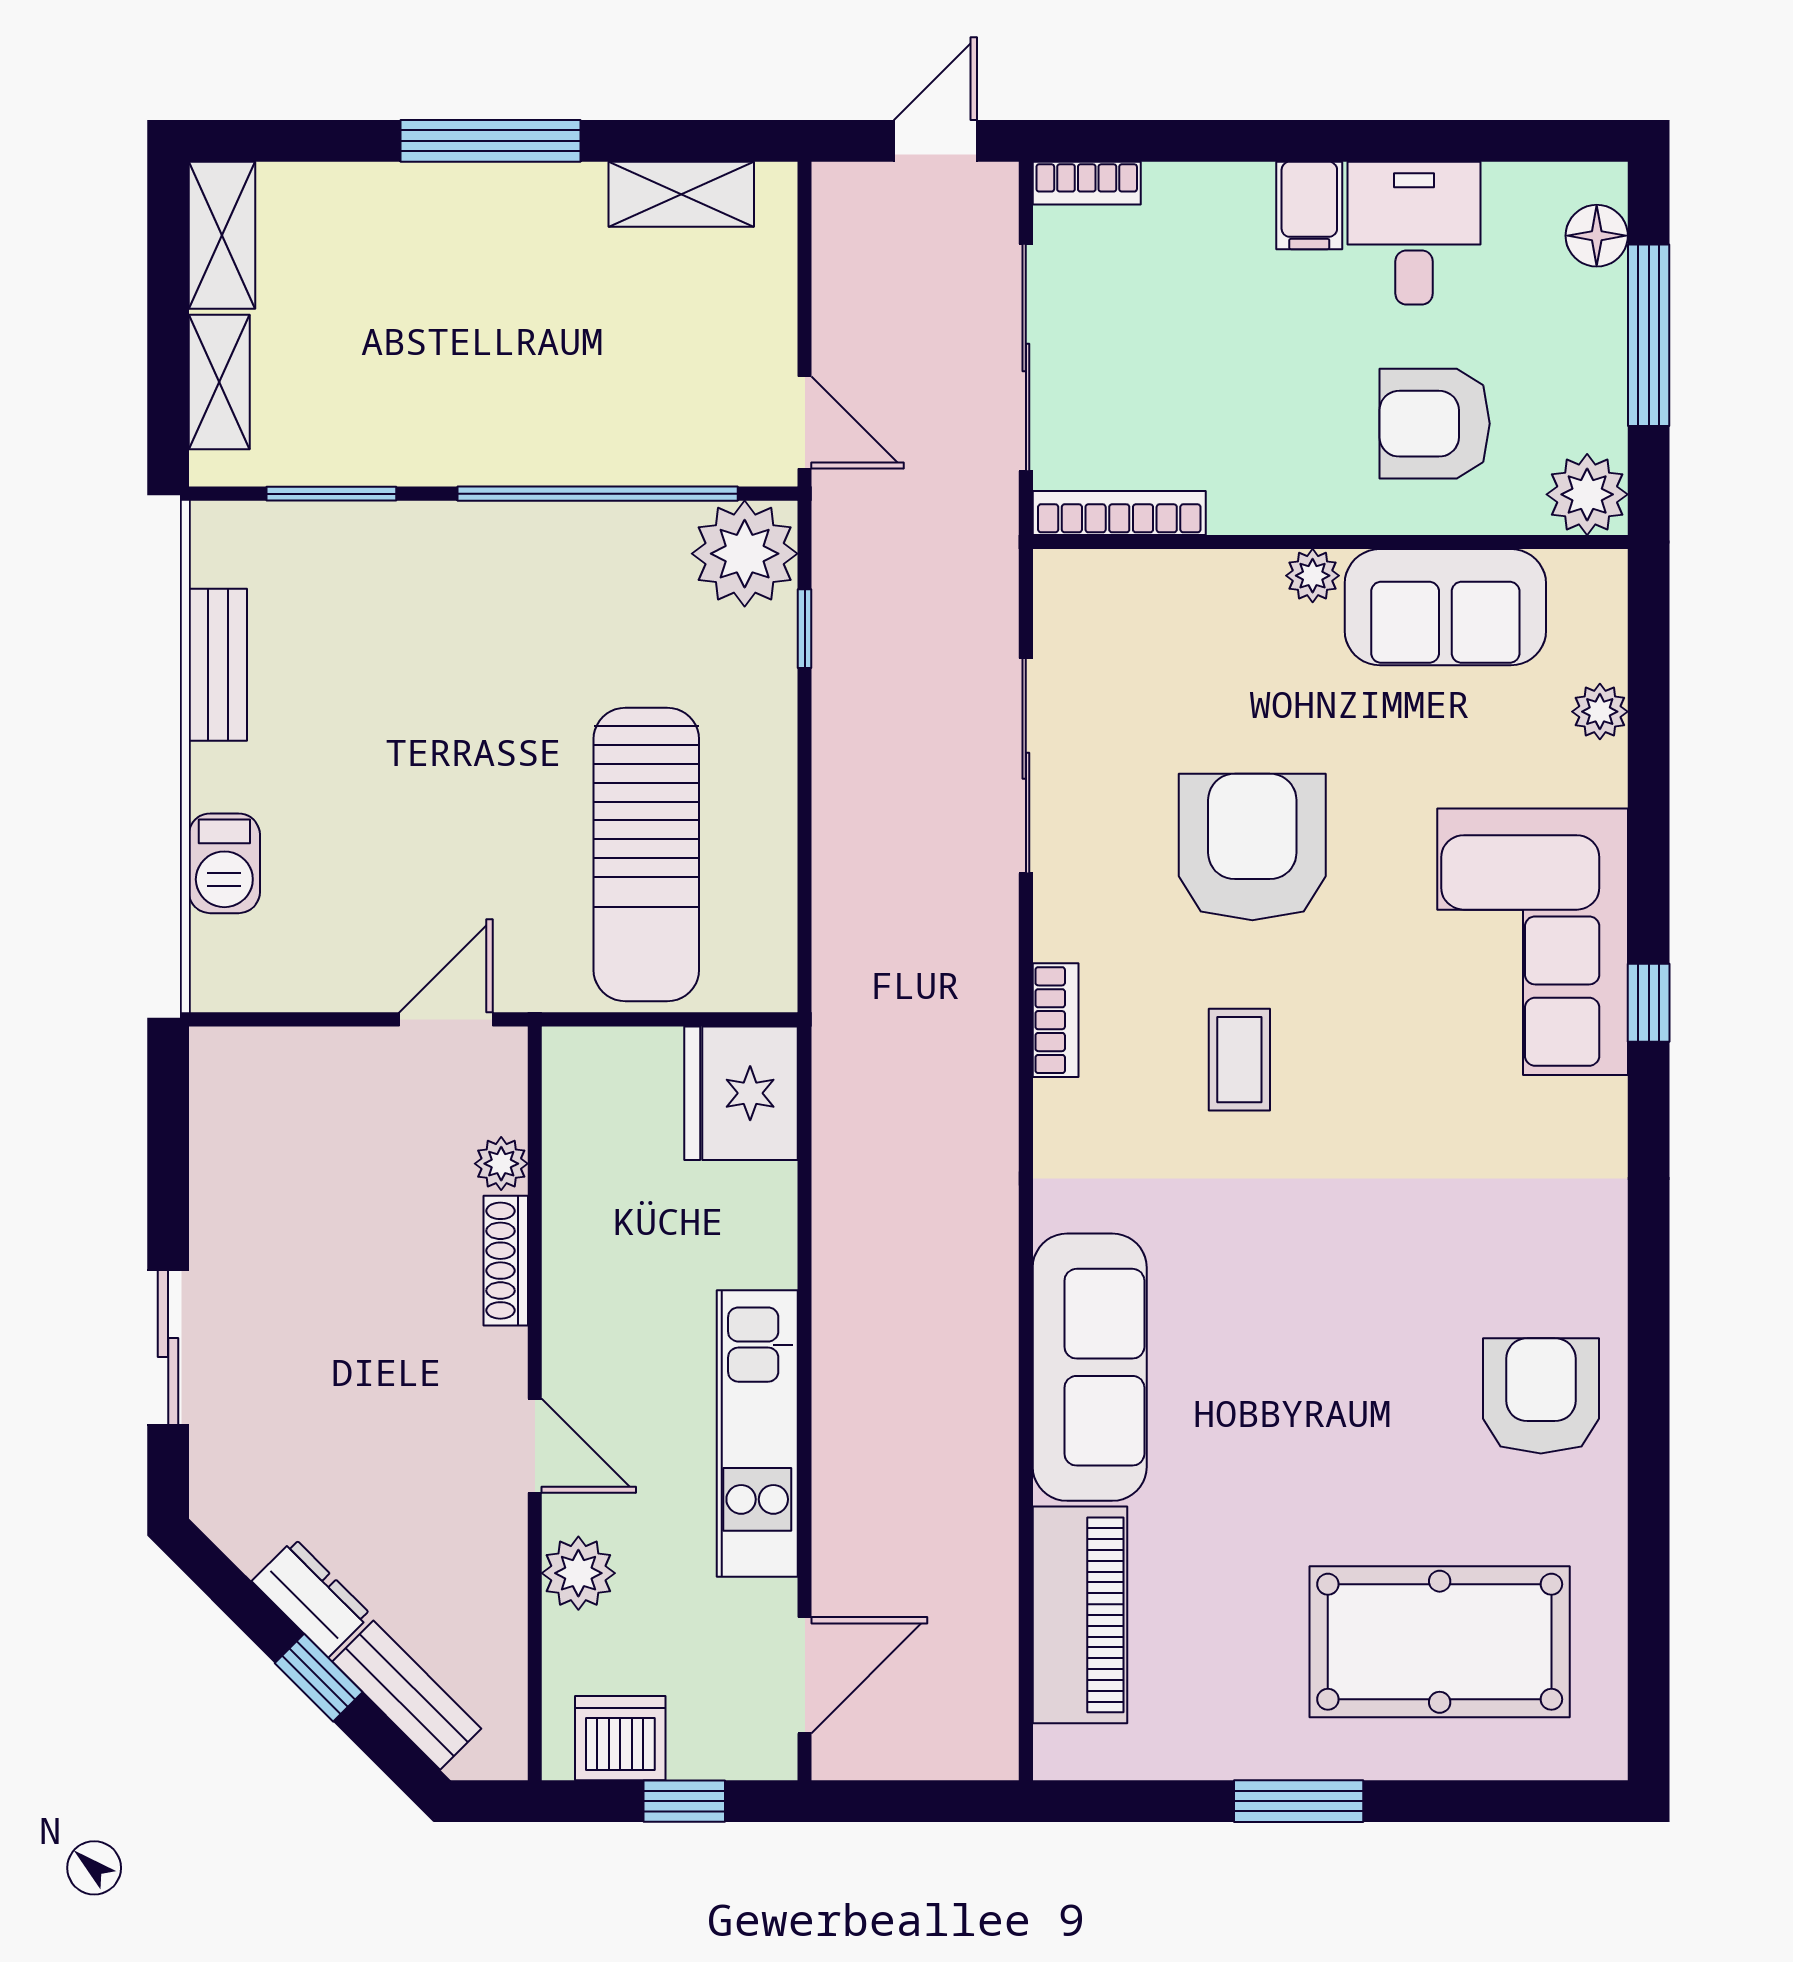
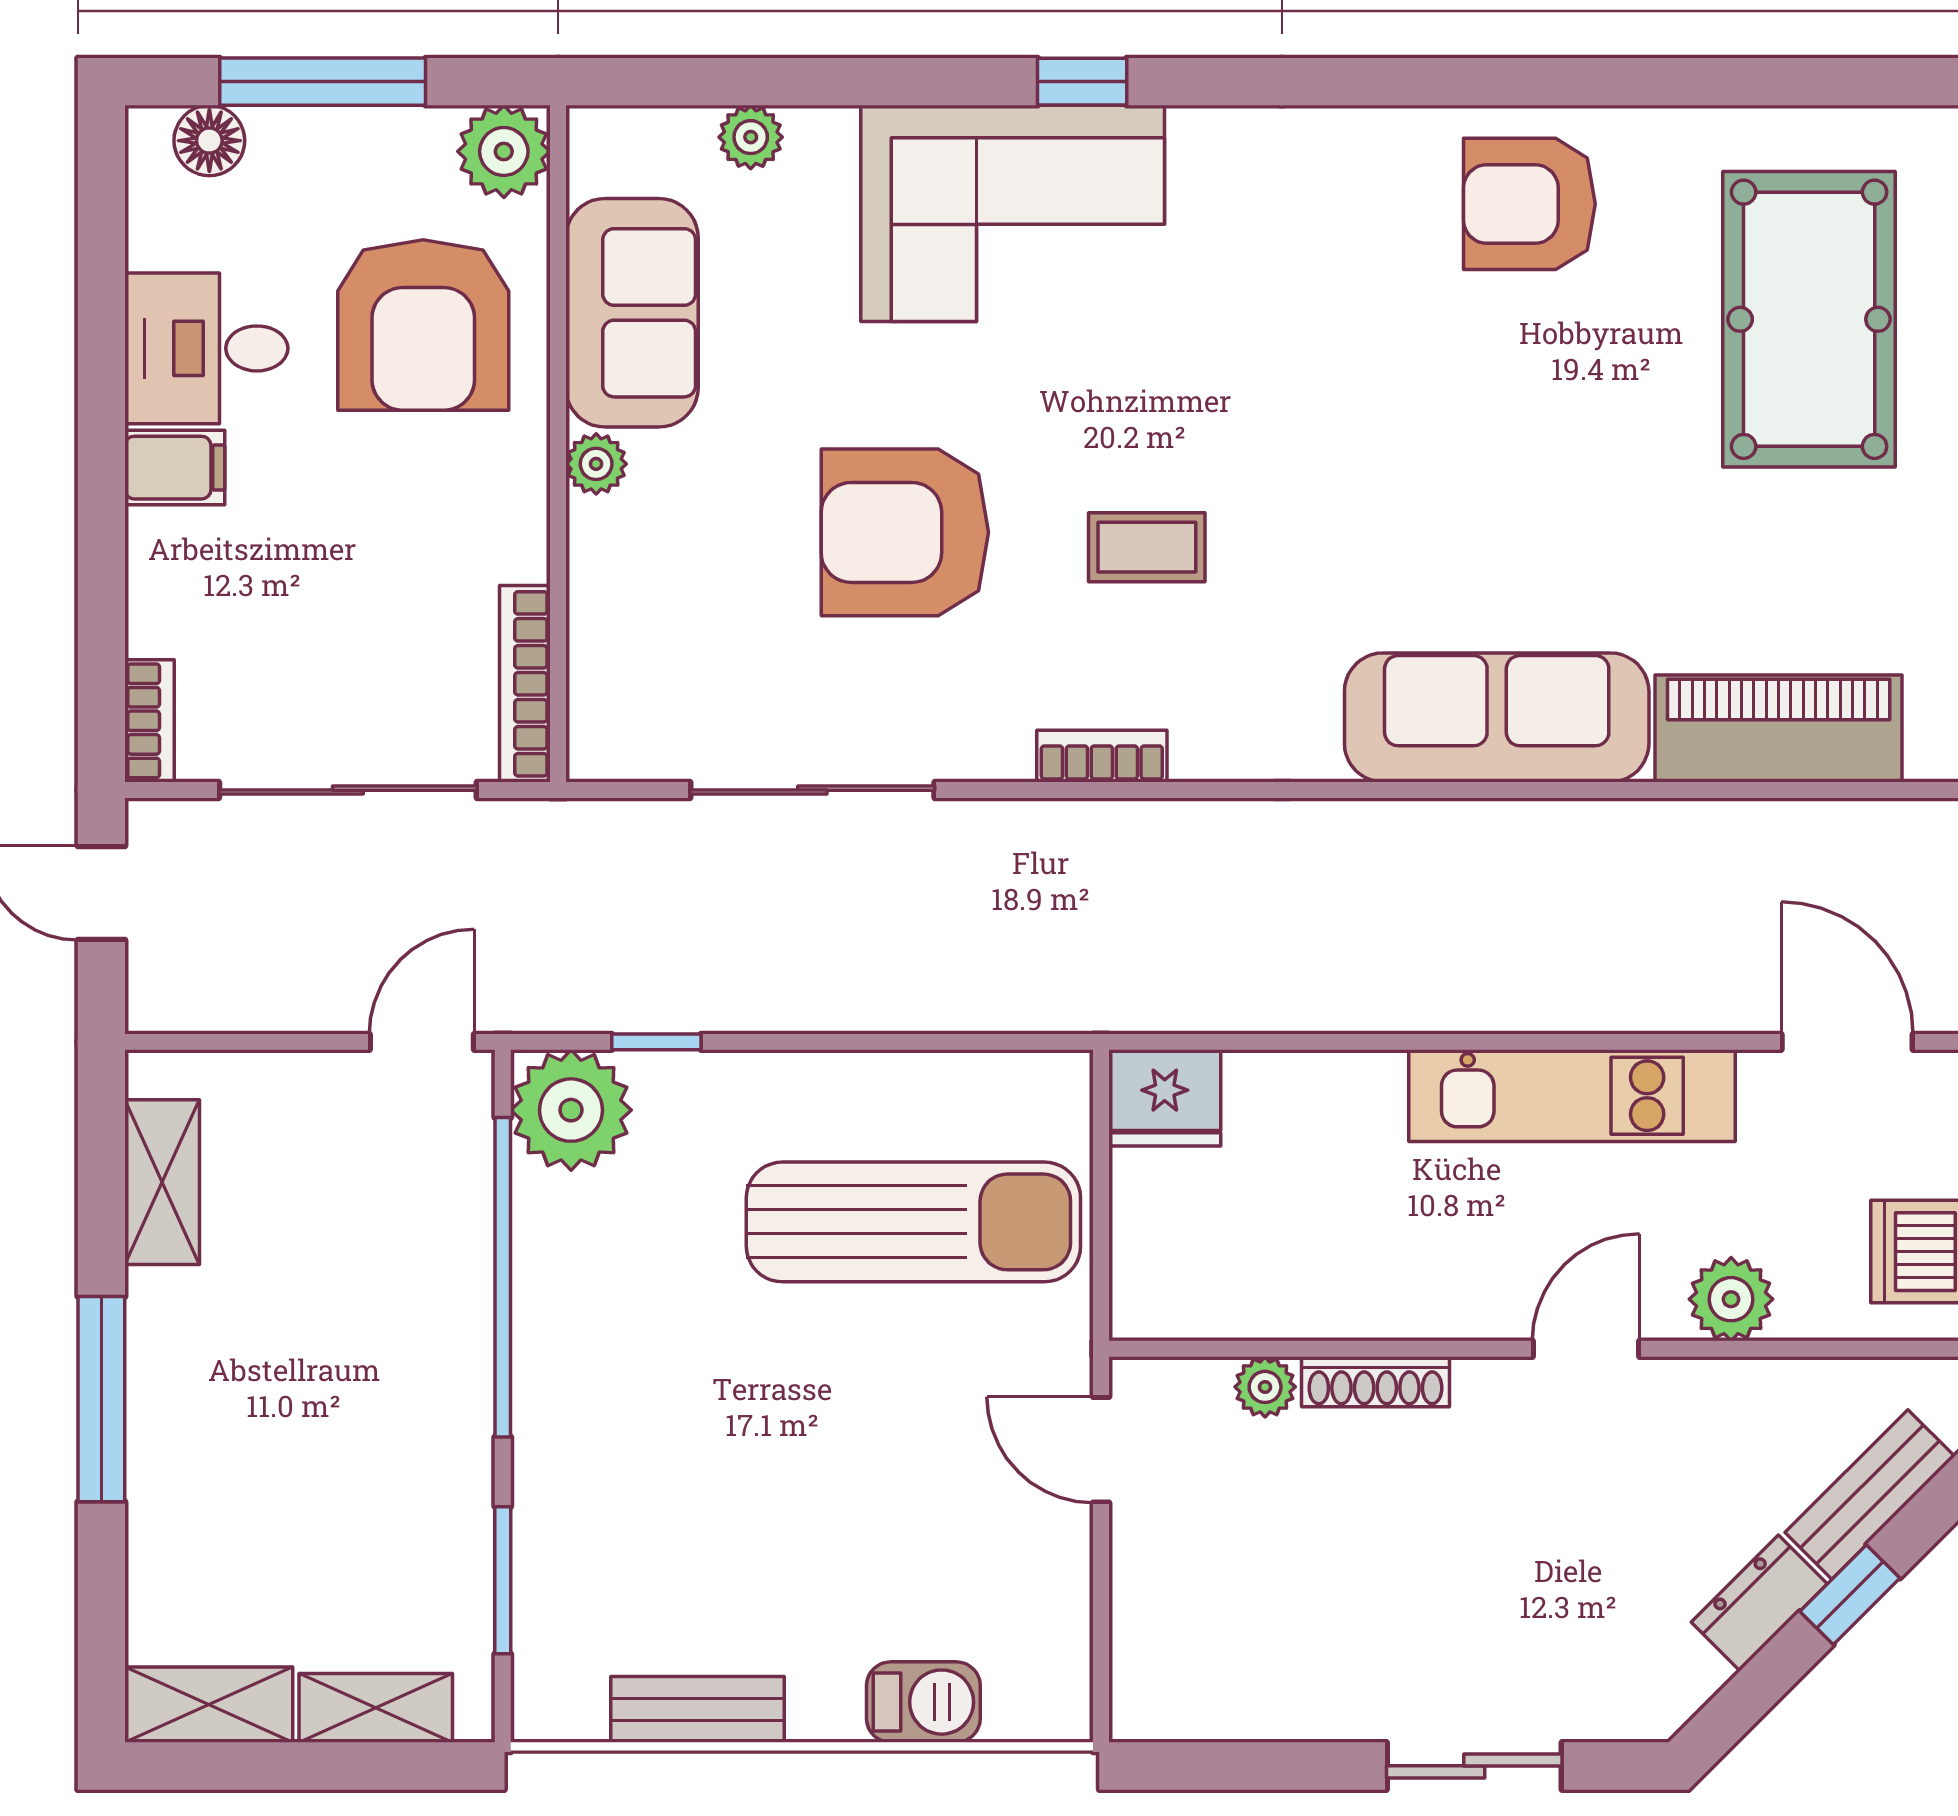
armchair: (1435, 424) -> (423, 325), width x1.36, depth x1.36
fridge: (741, 1093) -> (1165, 1098), width x0.73, depth x0.75

